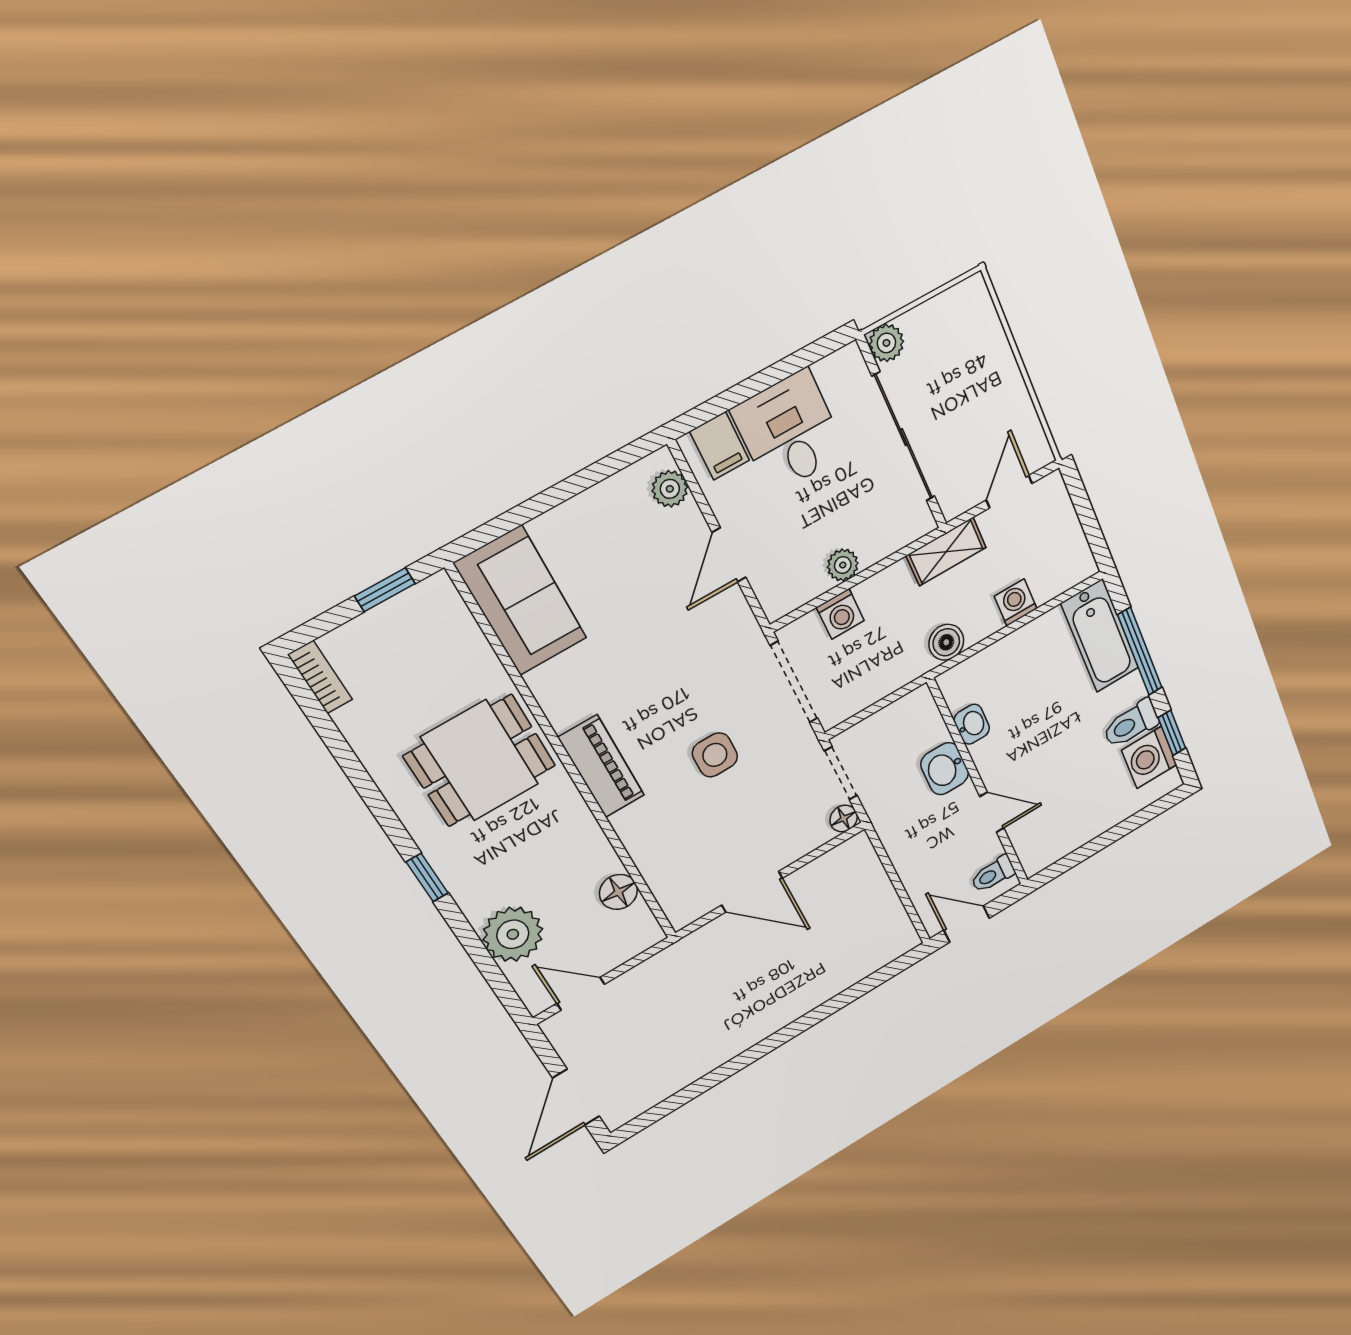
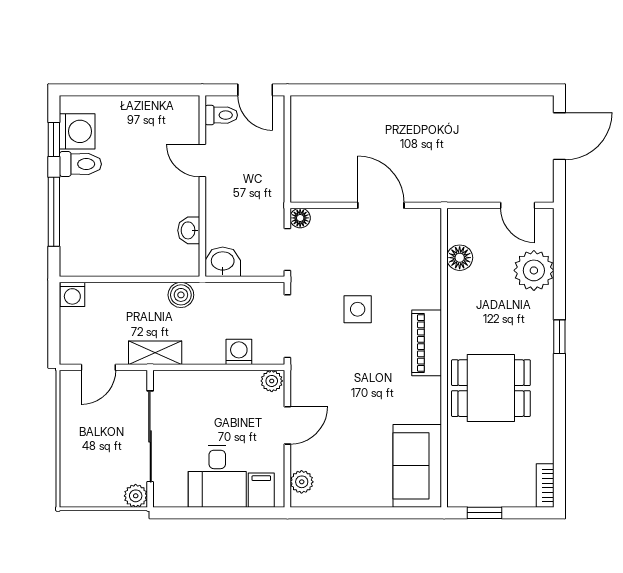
plant: (843, 565) -> (272, 381), moved
washing machine: (1016, 602) -> (72, 294), moved
bathtub: (1100, 636) -> (77, 239), removed
washbasin: (945, 769) -> (223, 262), moved, turned -90

